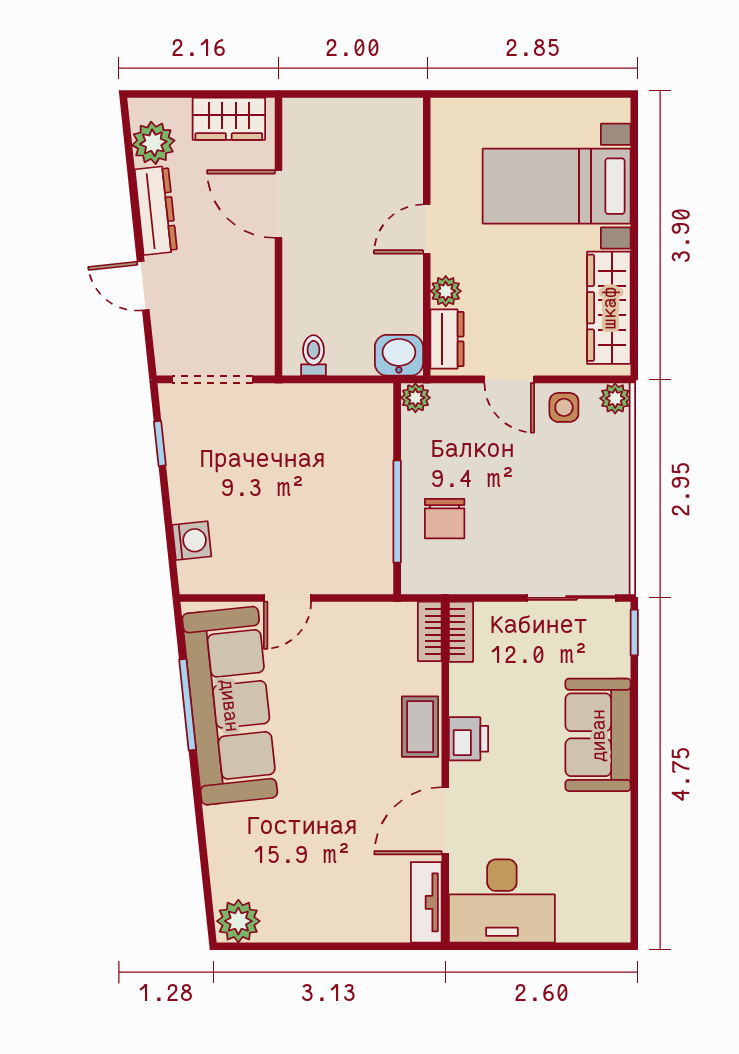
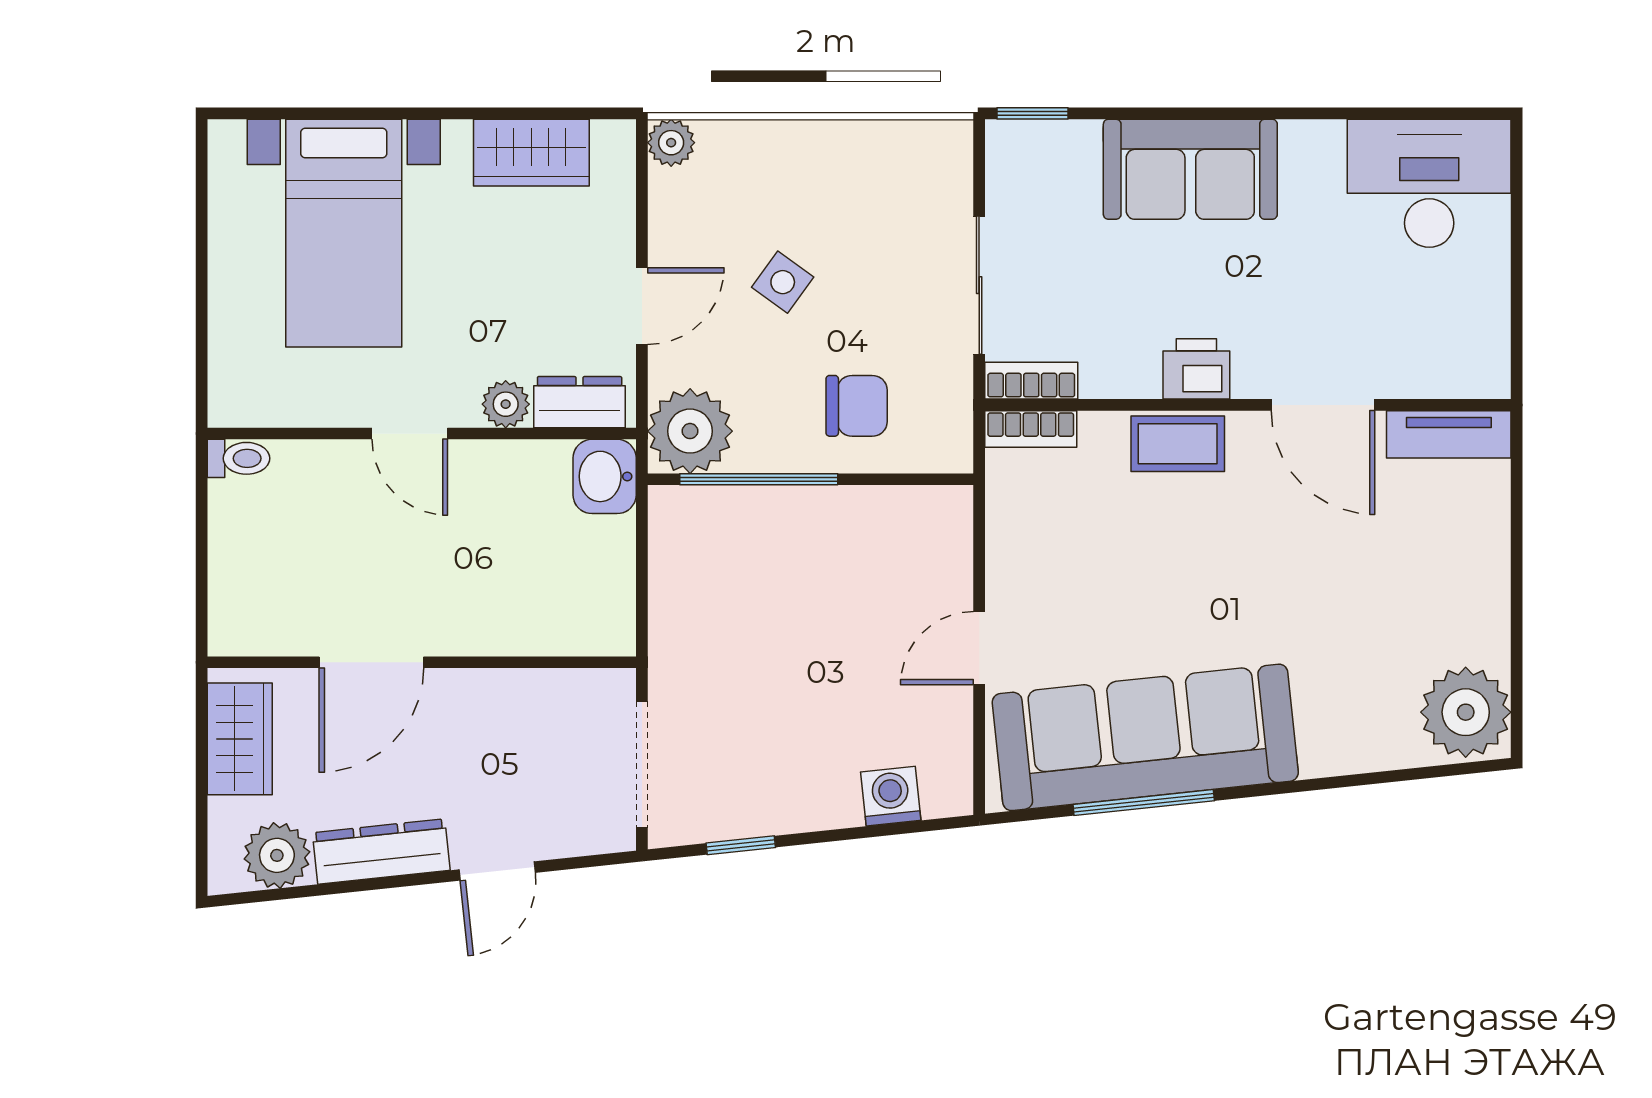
wardrobe: (609, 308) -> (531, 153), width x0.67
toilet: (314, 355) -> (238, 458), moved, turned 180
plant: (415, 398) -> (690, 431), width x1.87, depth x1.87
side table: (564, 407) -> (783, 282), moved, turned 36
window: (397, 512) -> (759, 479), moved
door: (288, 598) -> (979, 648), swing flipped
sliding door: (571, 598) -> (979, 285), moved
desk: (502, 901) -> (1429, 183), moved, turned -90
plant: (238, 921) -> (1466, 712), width x1.36, depth x1.36

